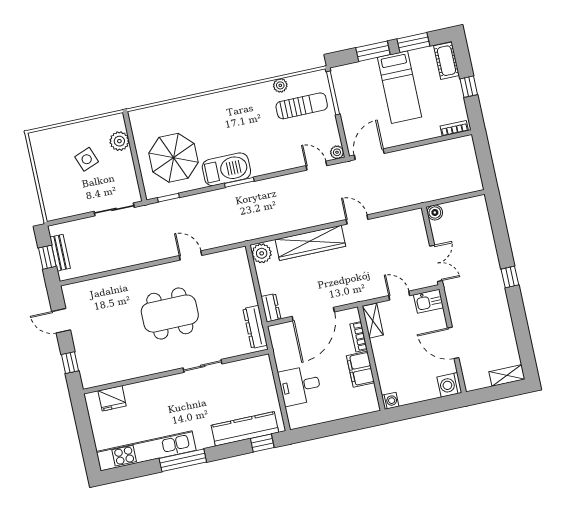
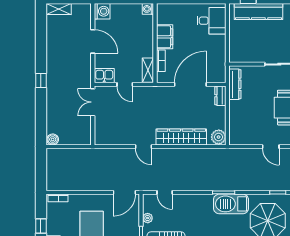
plant: (337, 152) -> (148, 218), moved
boiler: (435, 213) -> (53, 139), moved
desk: (300, 386) -> (211, 21), moved

